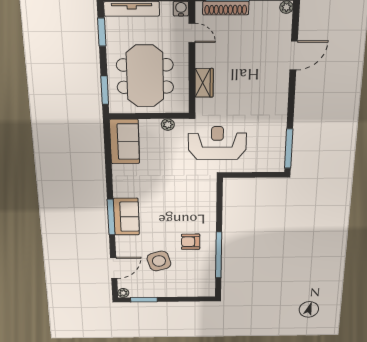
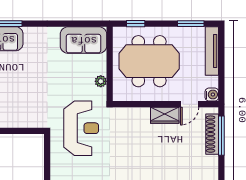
wardrobe: (204, 83) -> (165, 115), moved
window: (105, 90) -> (136, 24), width x0.67

